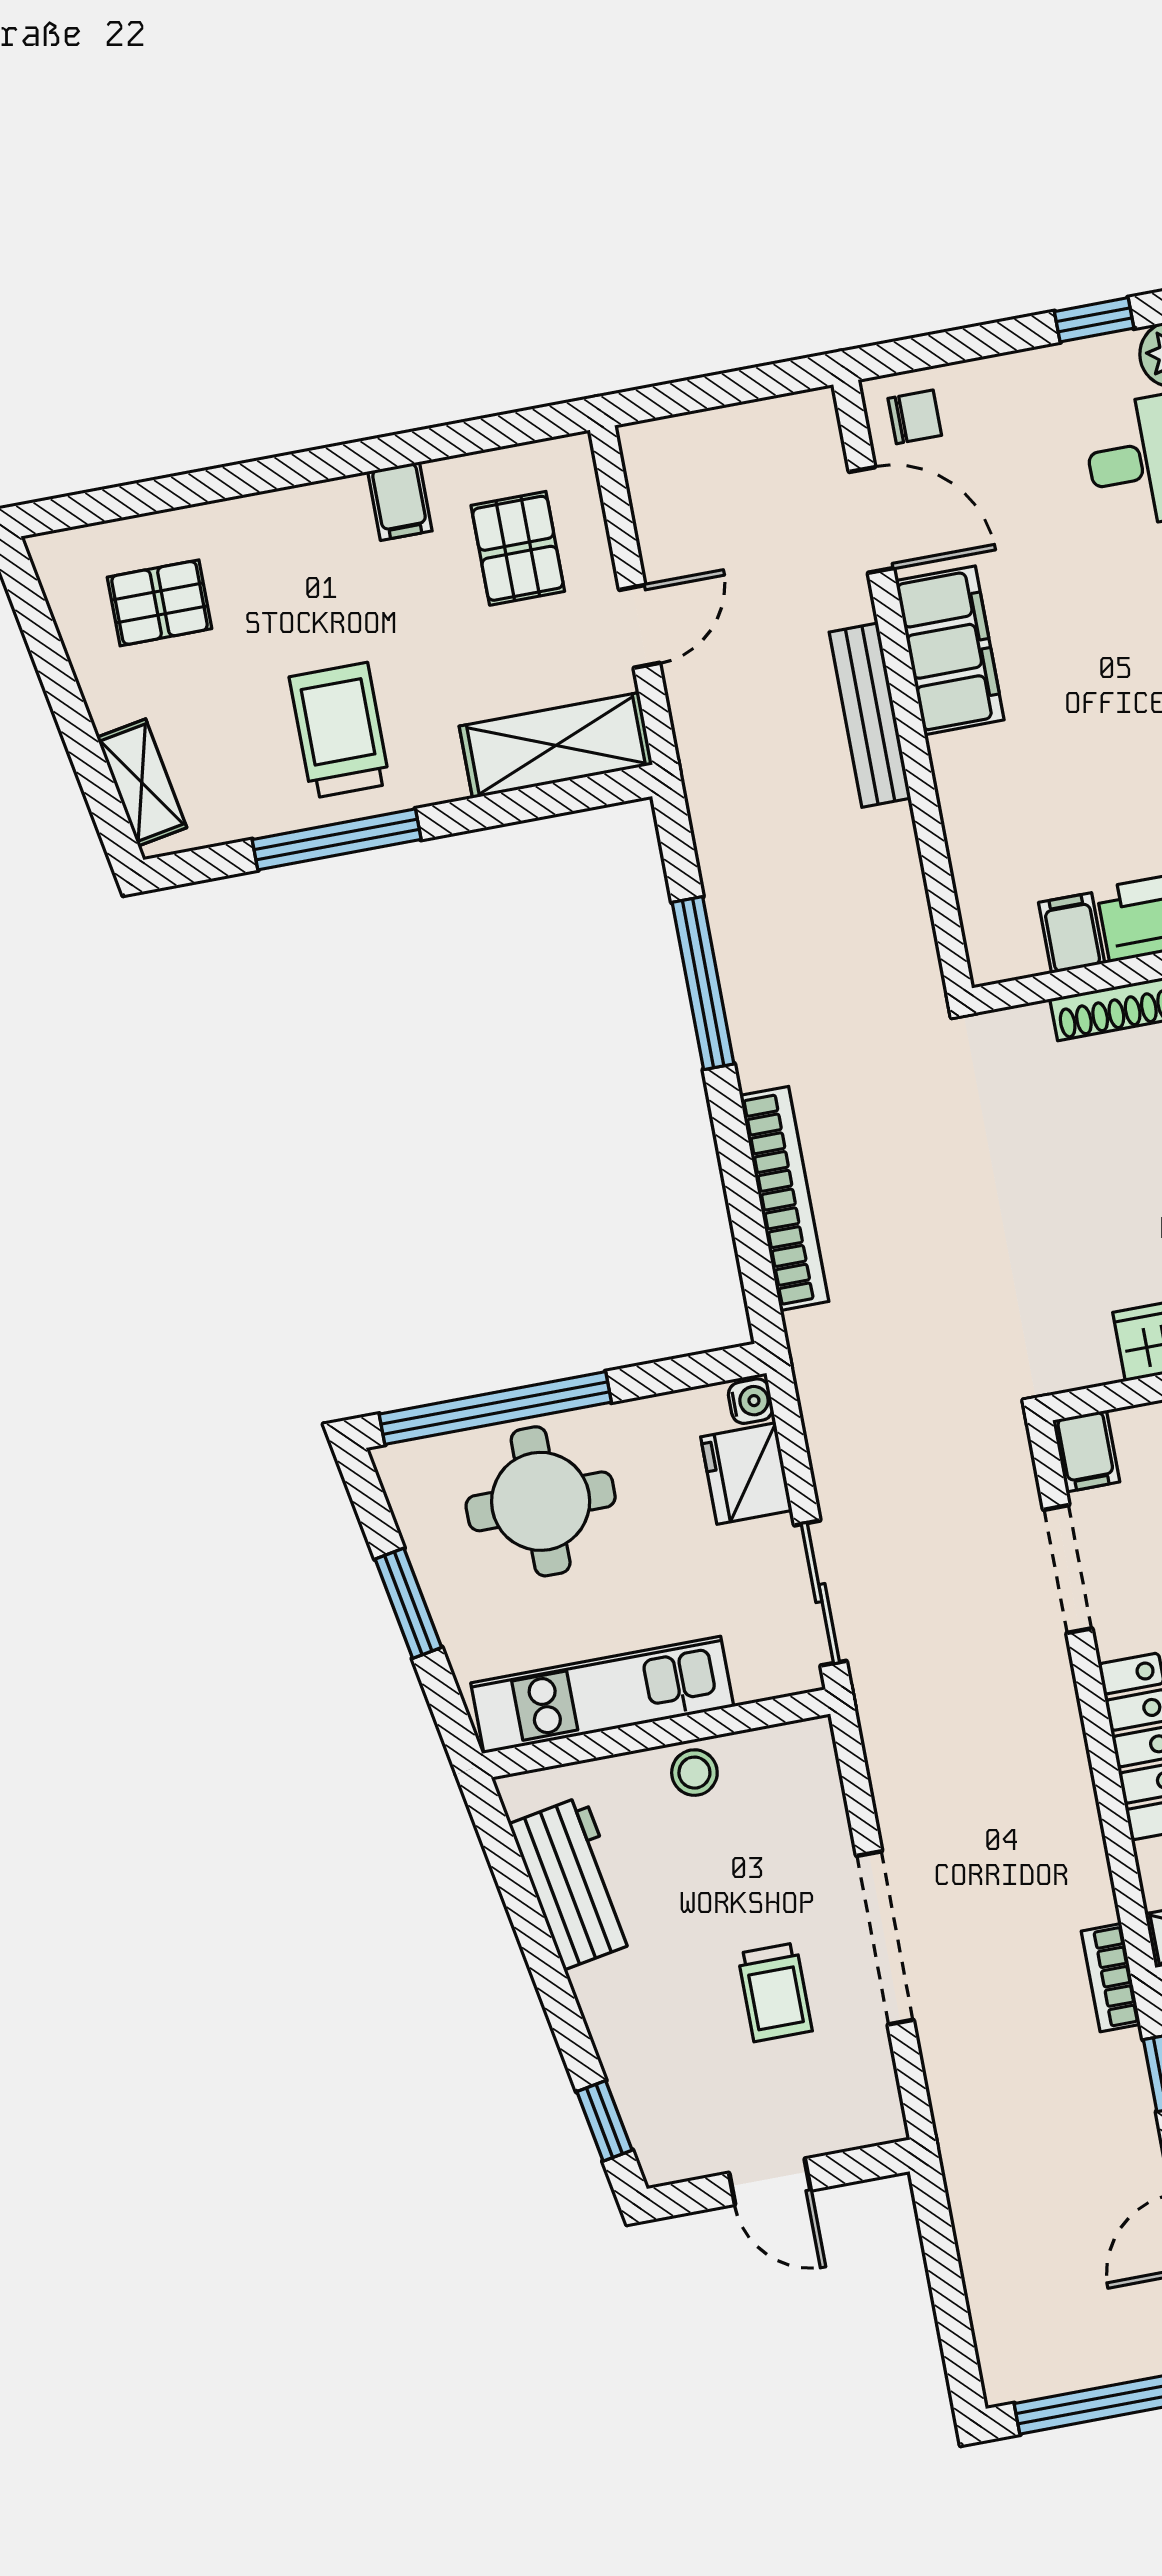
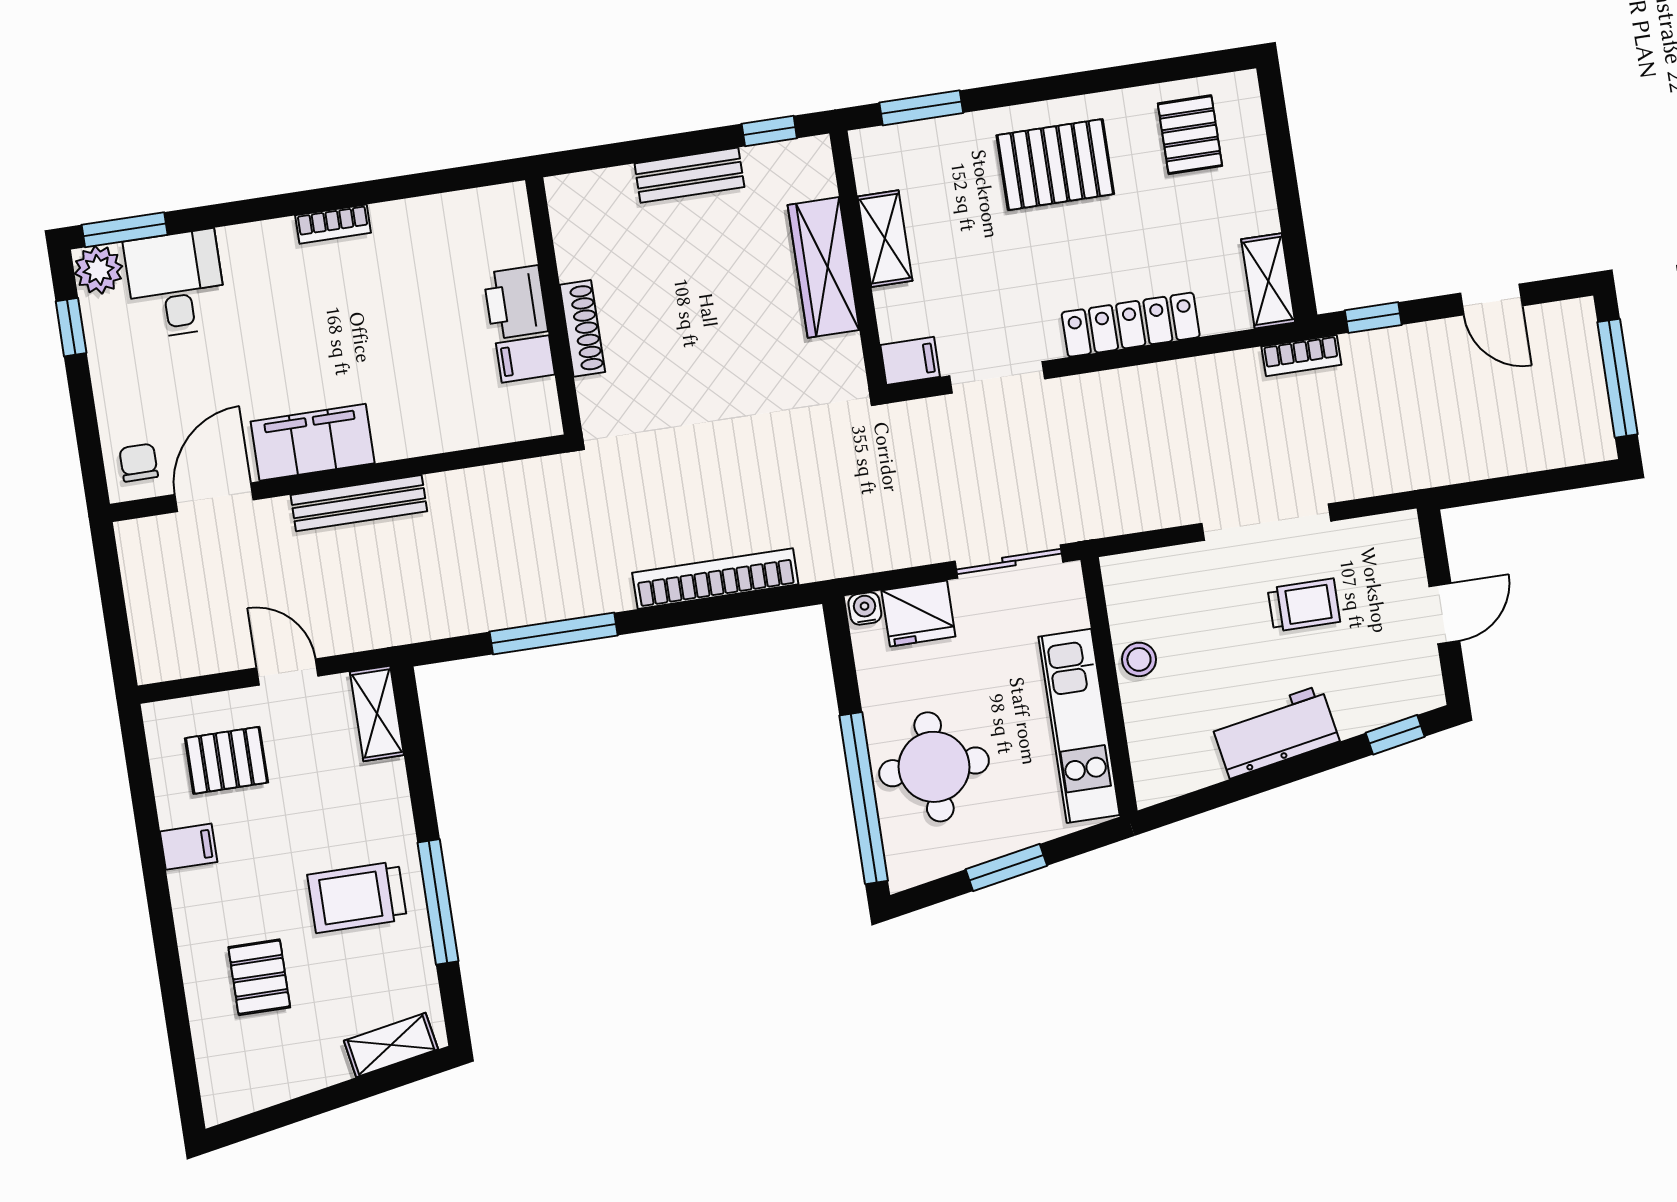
pallet: (160, 603) -> (259, 977), moved
shelving: (556, 745) -> (377, 713), width x0.67, depth x0.75
workbench: (574, 1883) -> (1275, 732), moved

